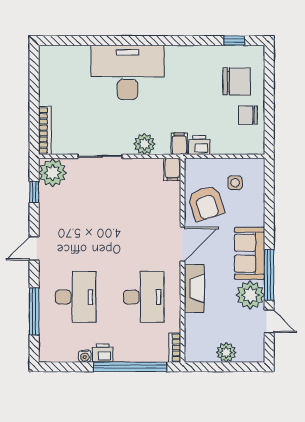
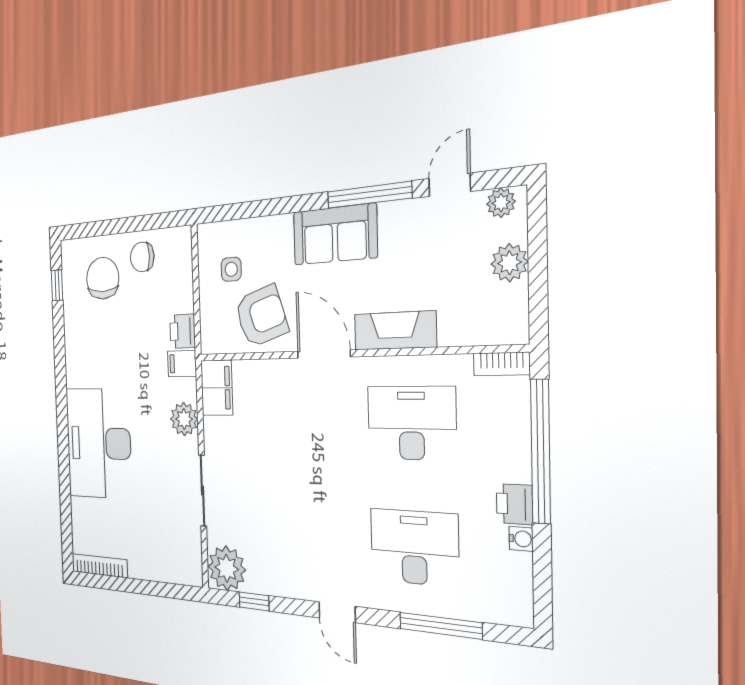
chair: (248, 115) -> (142, 257), turned 90
bookcase: (45, 130) -> (99, 566), moved
filing cabinet: (172, 169) -> (217, 388), width x2.00
plant: (250, 295) -> (501, 203), moved, width x0.53, depth x0.53

